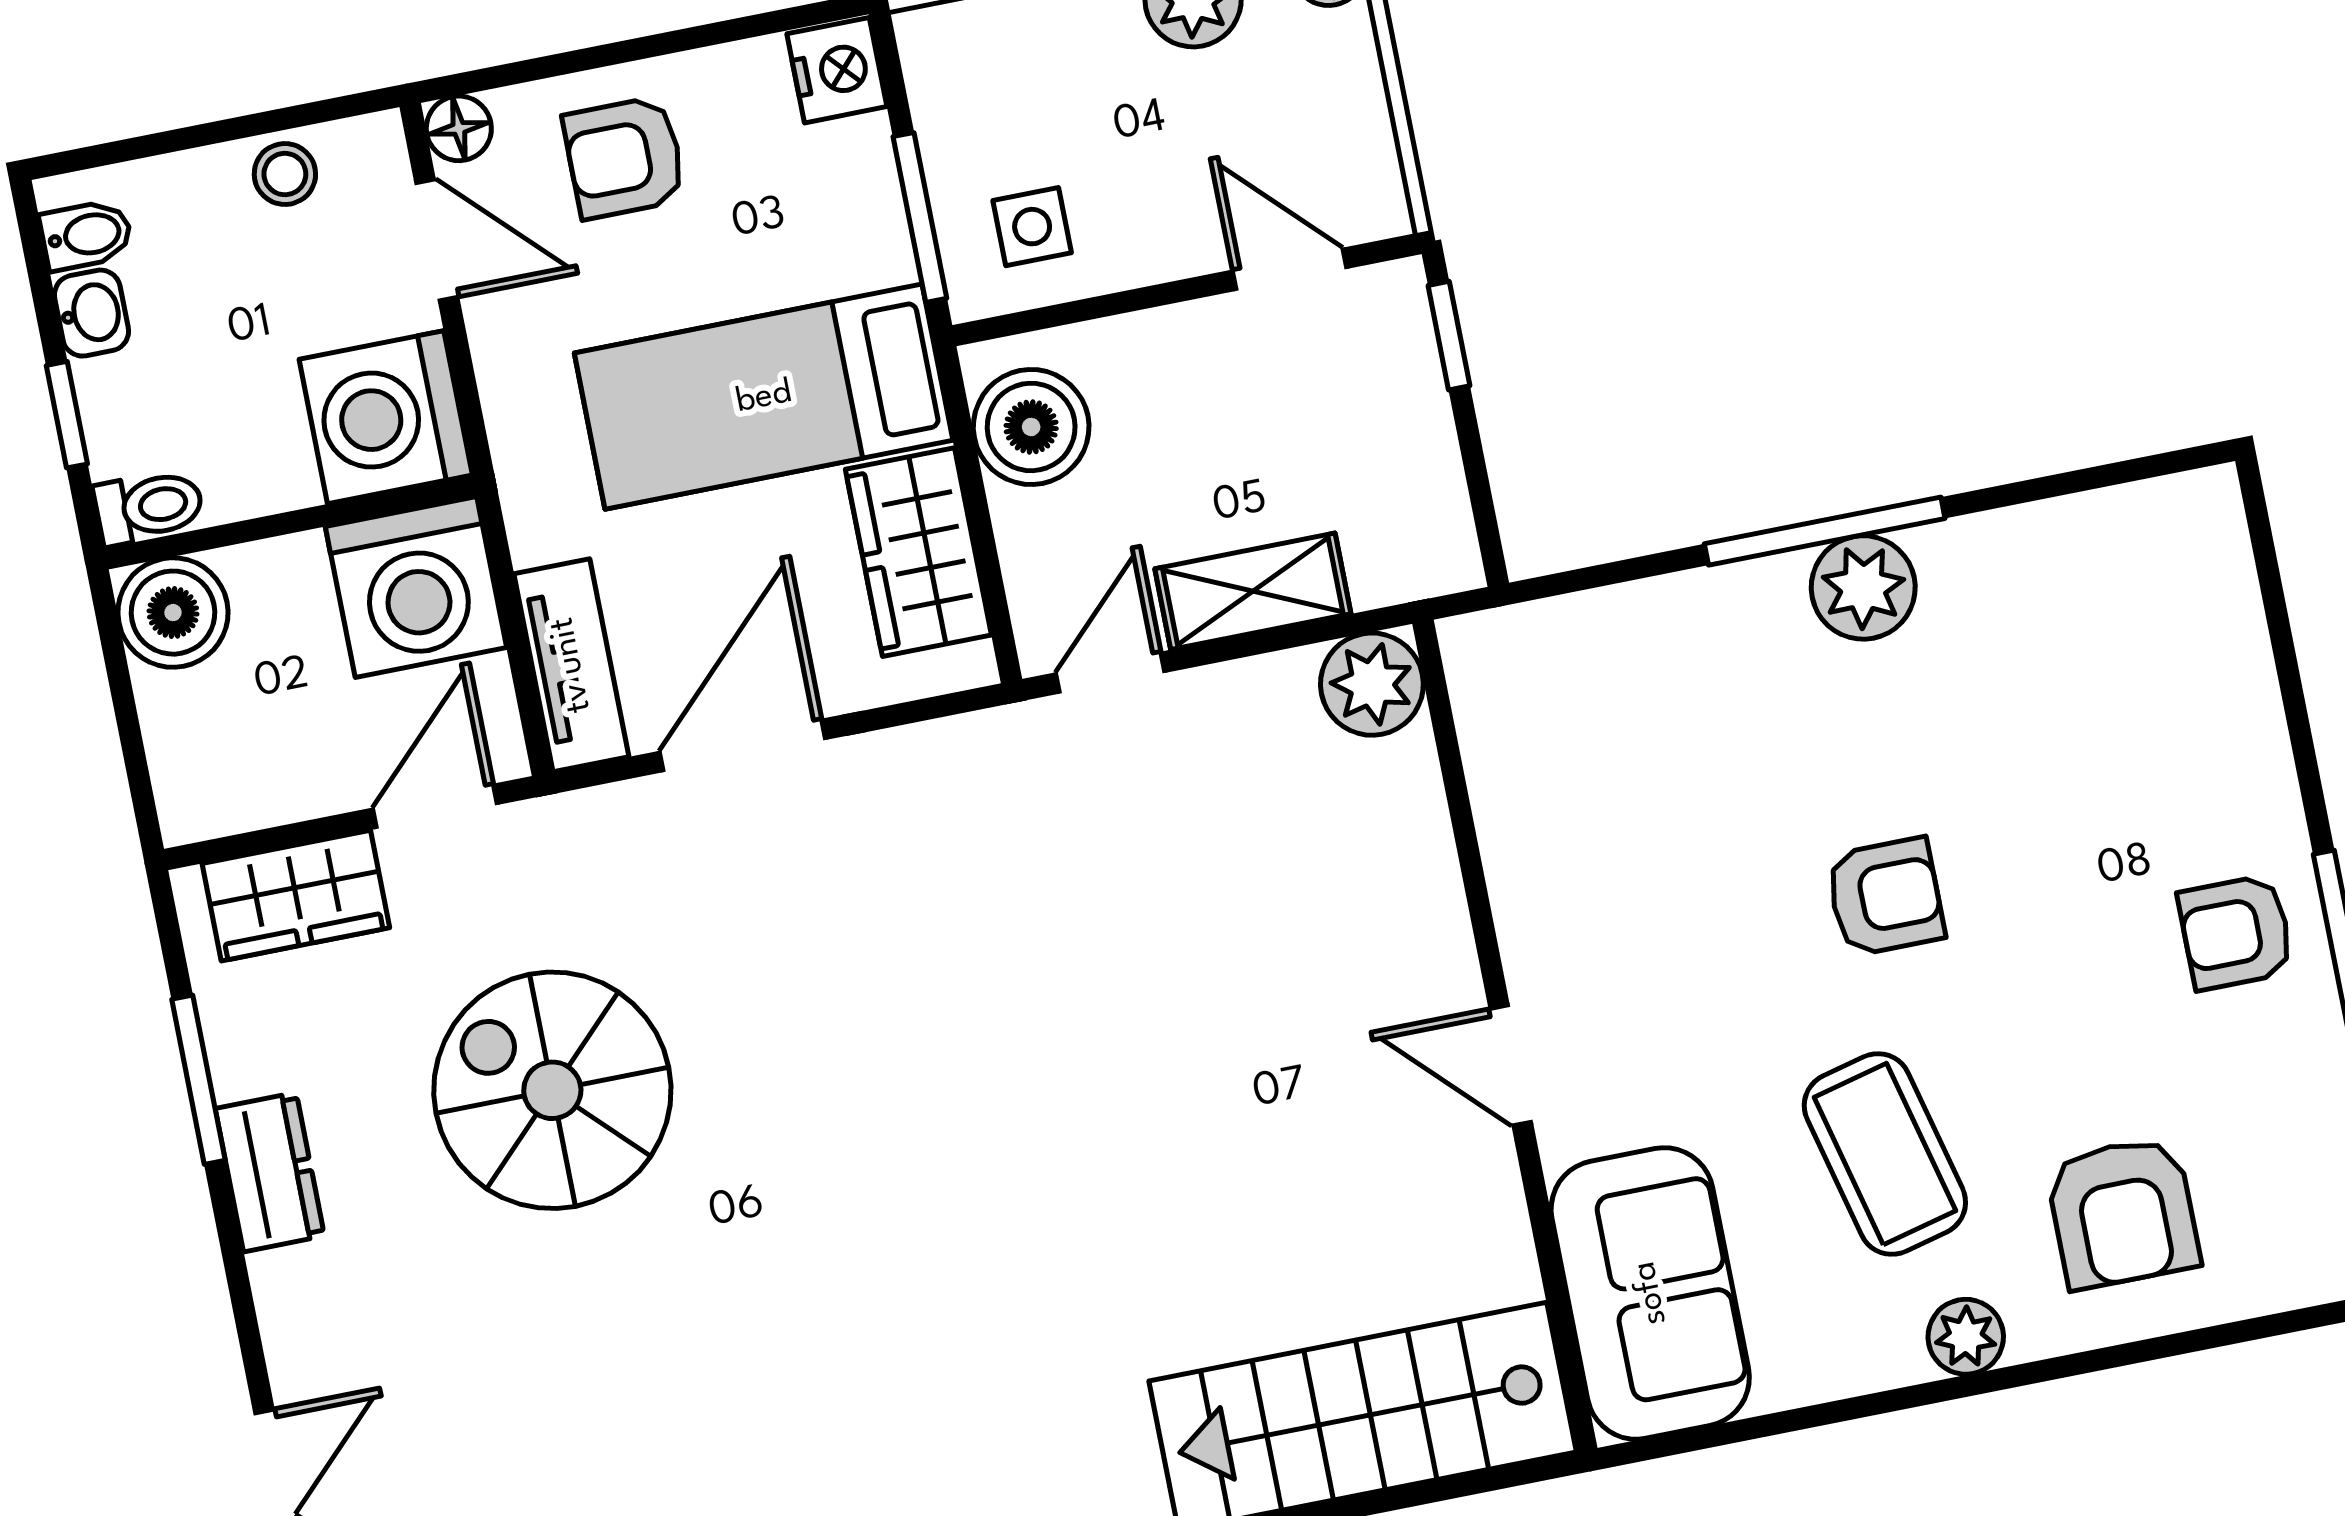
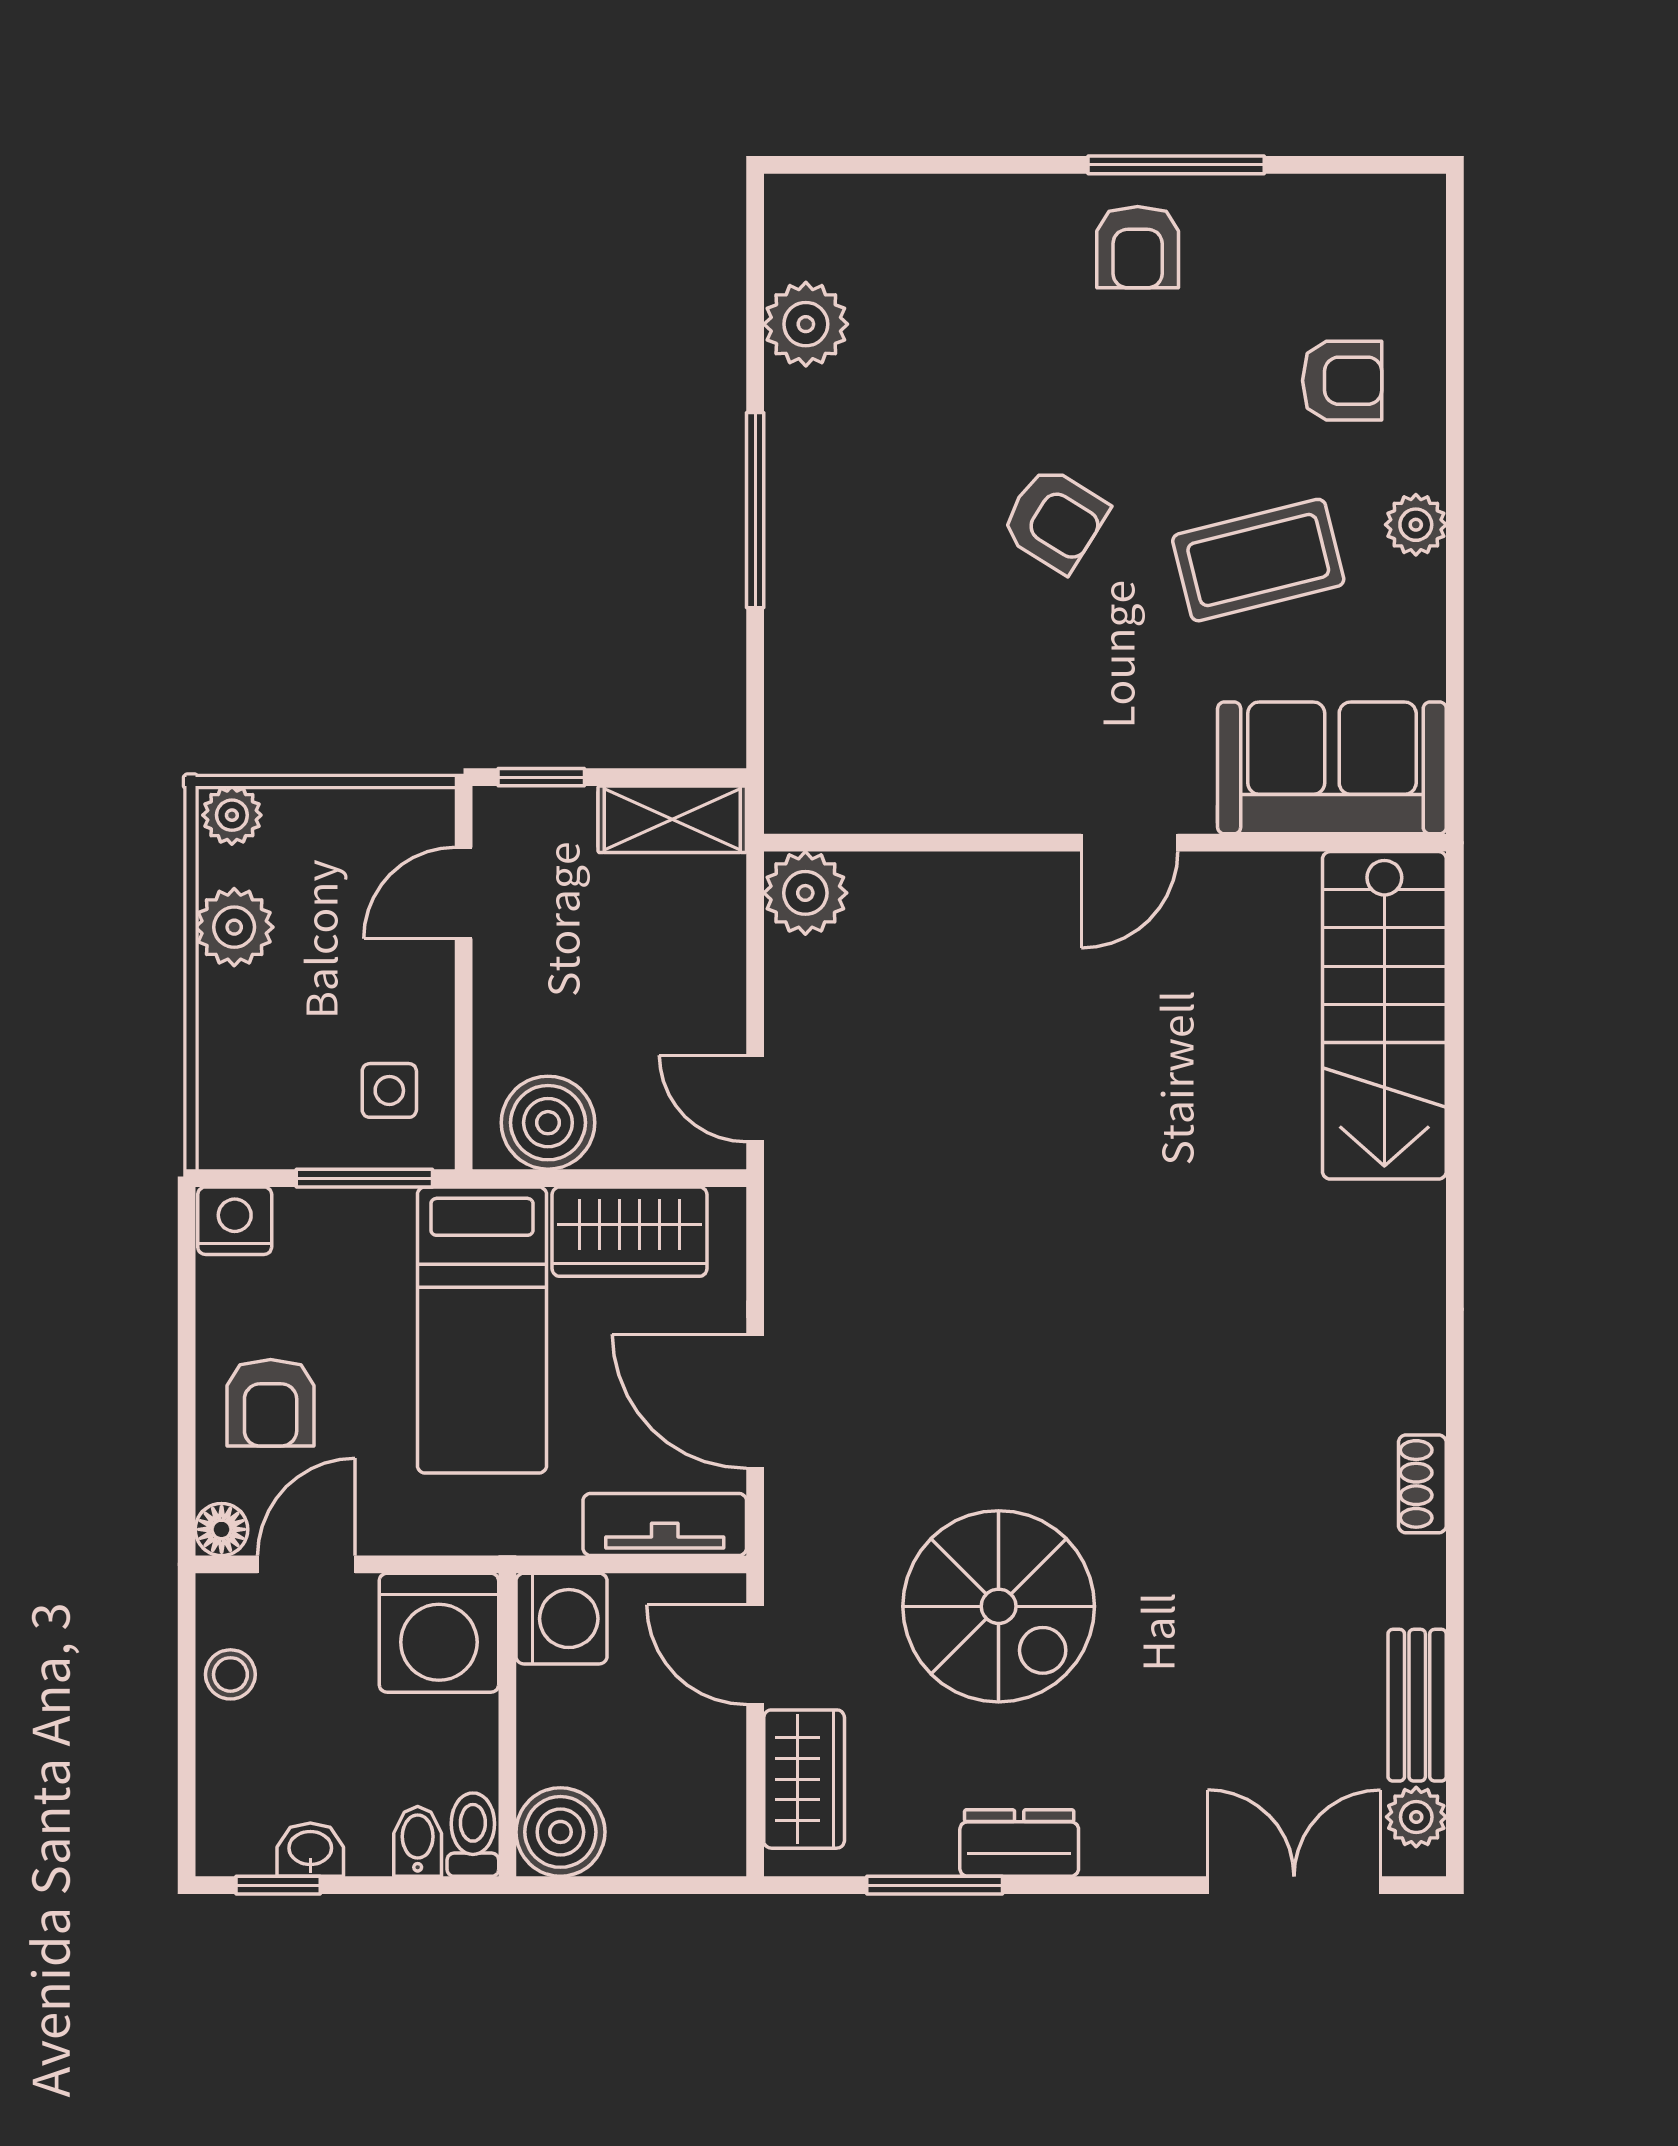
bidet: (86, 235) -> (418, 1841), moved
window: (67, 415) -> (278, 1885), moved
washing machine: (416, 587) -> (561, 1619), width x0.73, depth x0.73
plant: (1863, 587) -> (806, 324), moved
shelving: (1253, 591) -> (672, 819), moved, turned 90
armchair: (1885, 897) -> (1055, 519), turned 122
spiral stairs: (552, 1090) -> (999, 1606), turned -90
armchair: (2123, 1213) -> (1342, 381), width x0.72, depth x0.72

